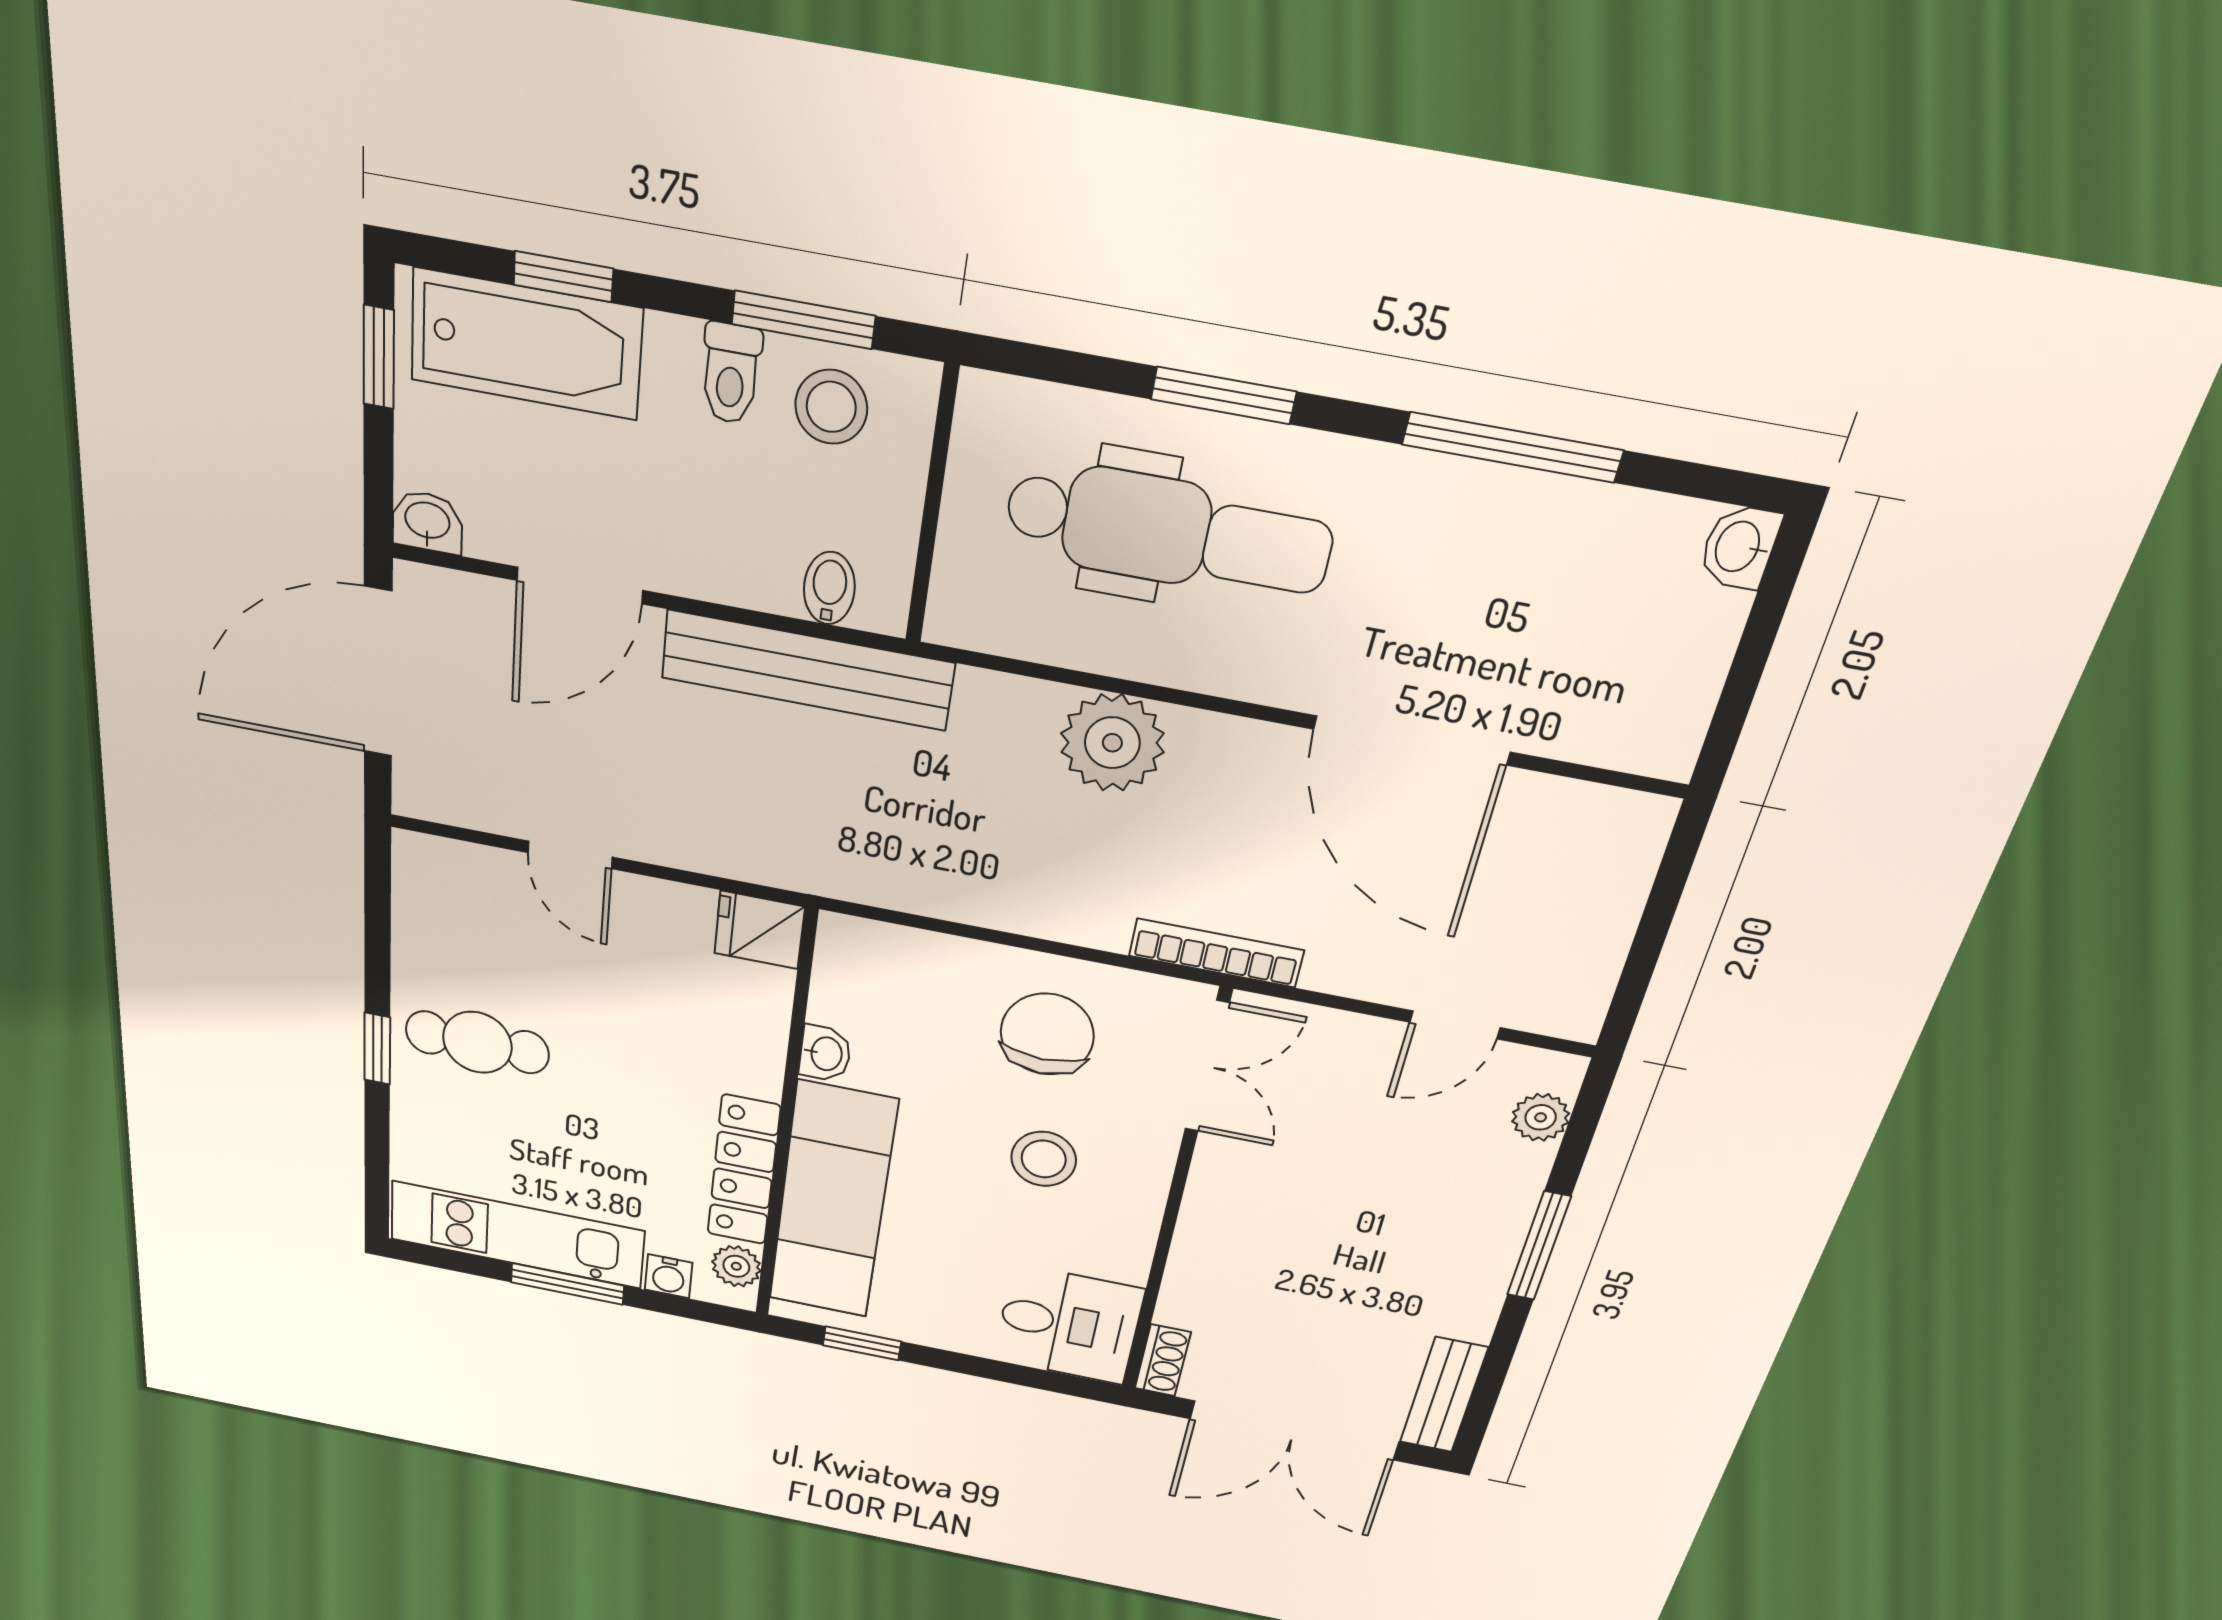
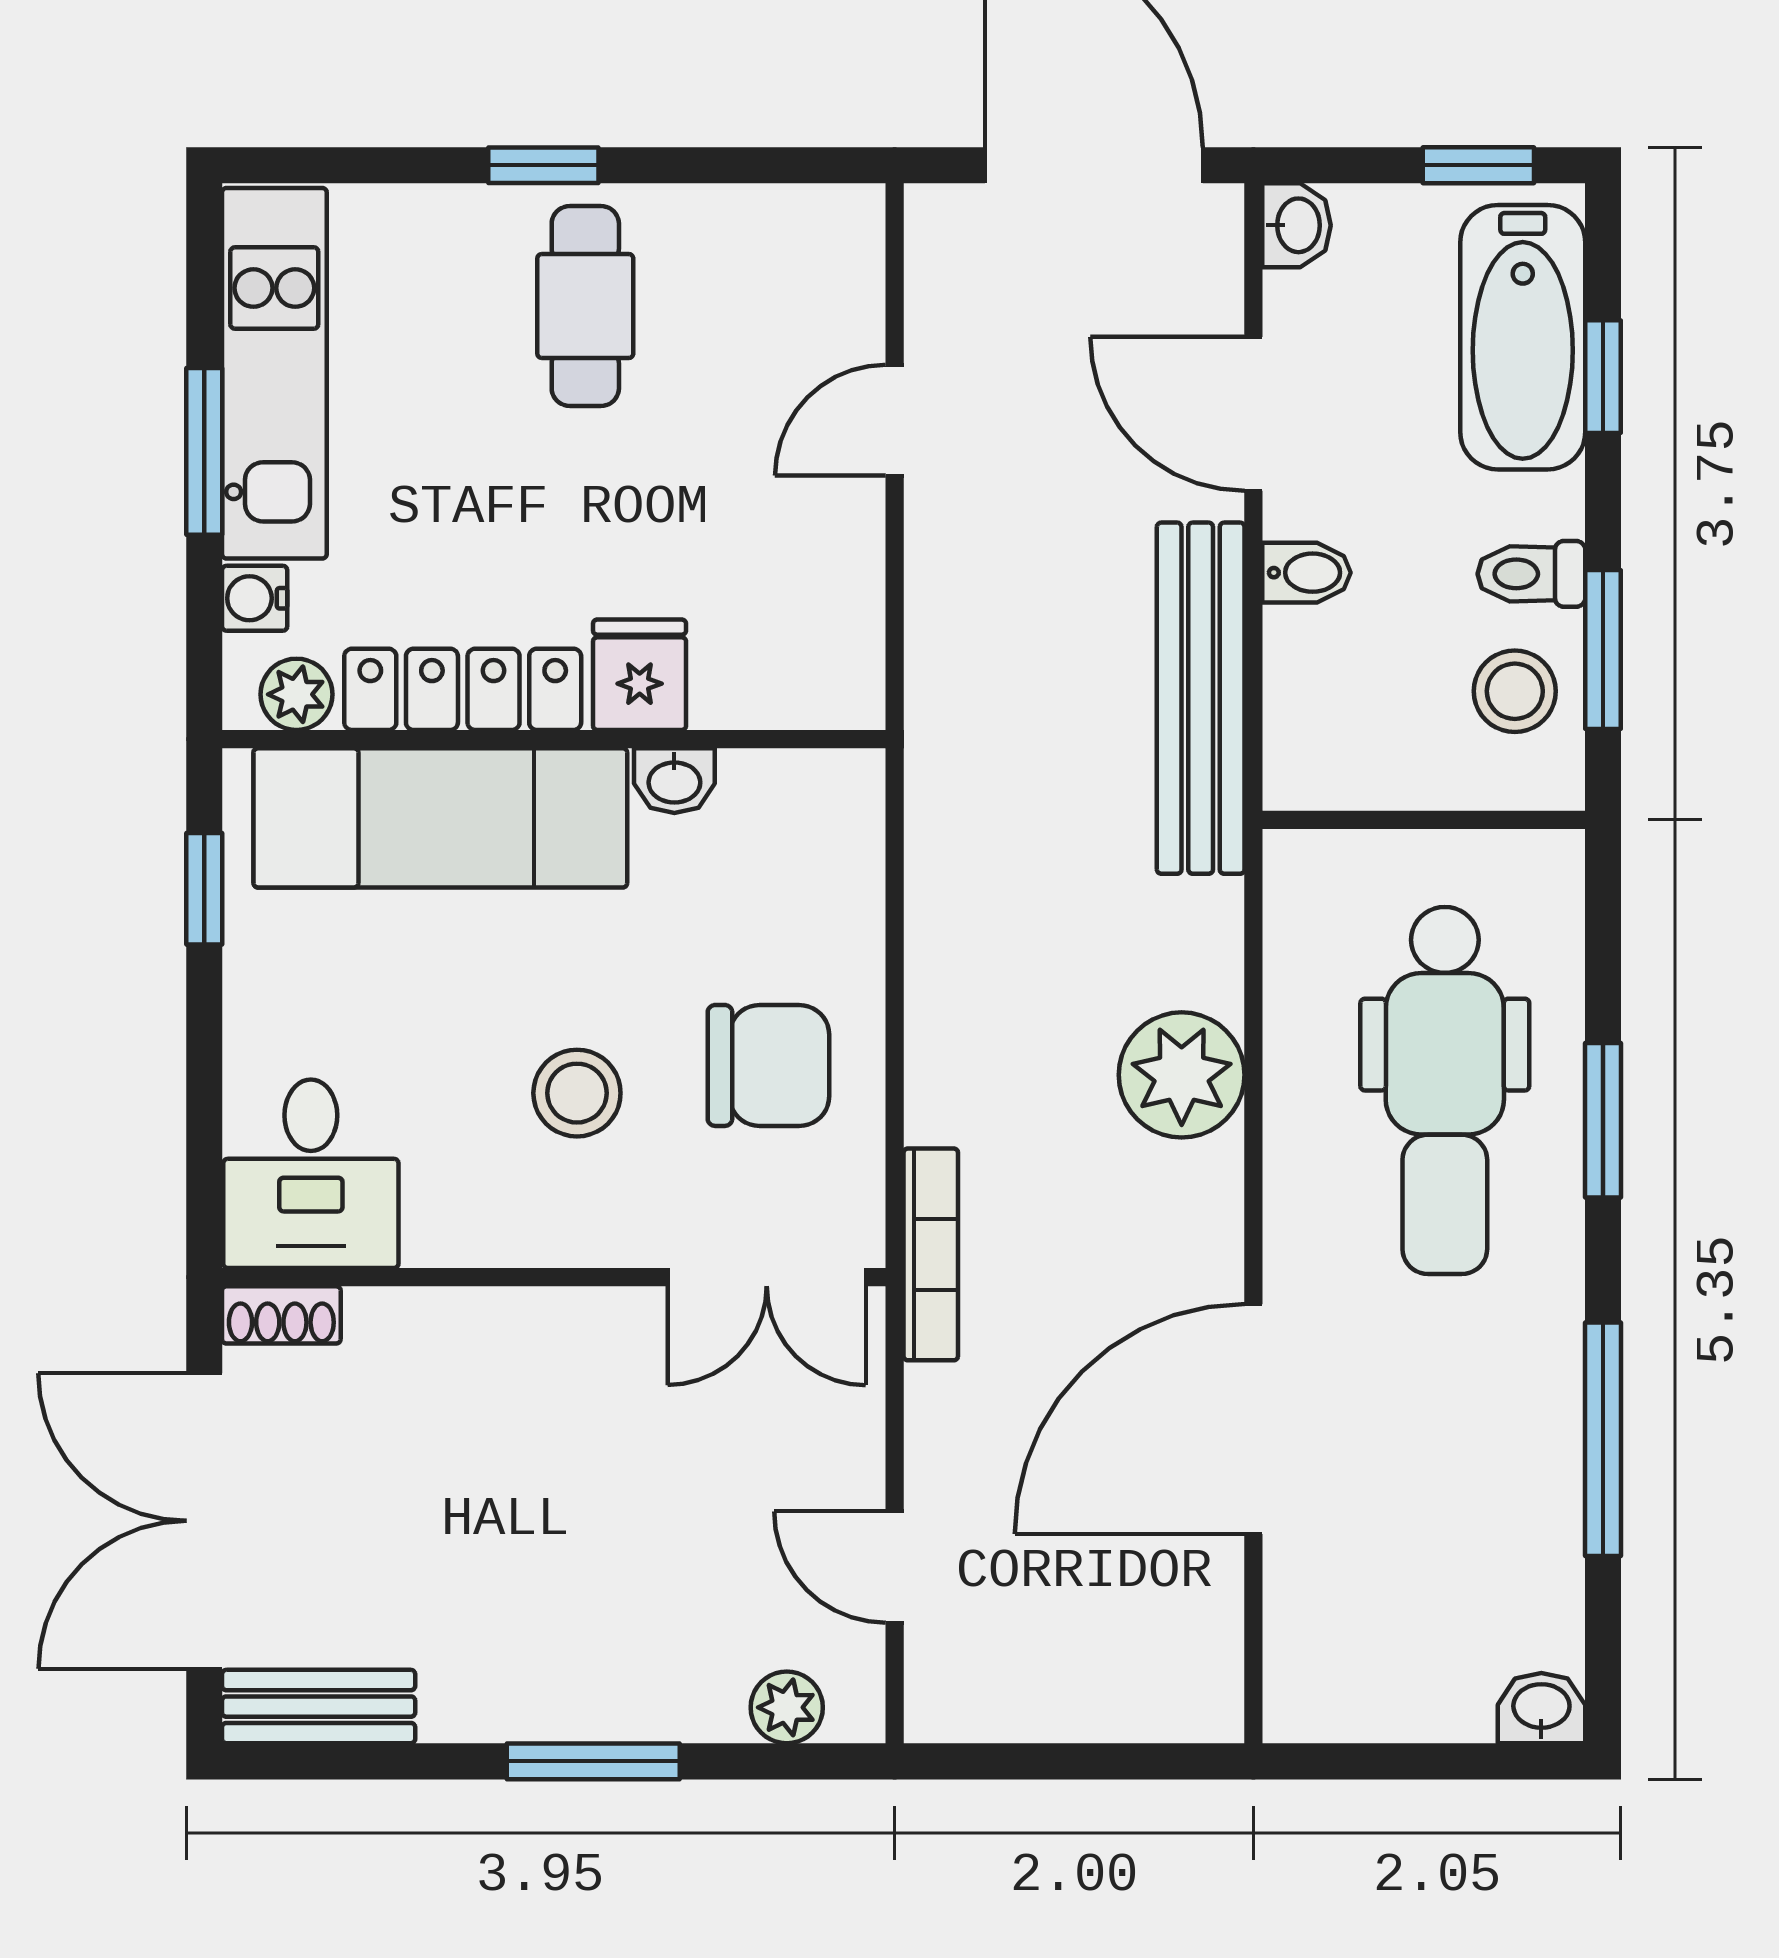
bidet: (829, 588) -> (1306, 573), moved
fridge: (759, 930) -> (640, 675), moved

